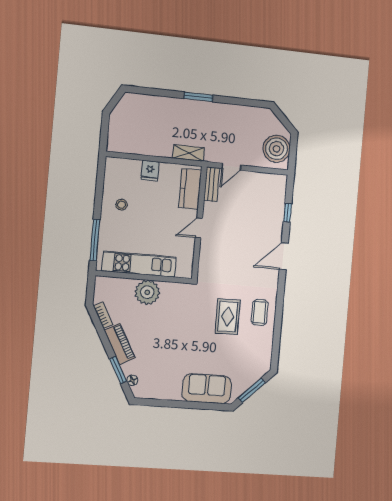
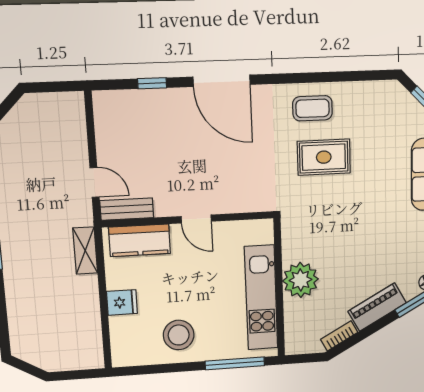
boiler: (277, 149) -> (53, 114), removed
stool: (121, 205) -> (179, 335), width x1.89, depth x1.89
door: (284, 256) -> (222, 81), width x1.36

